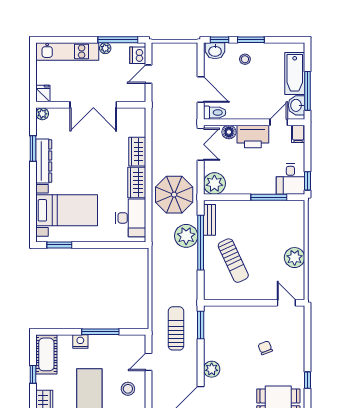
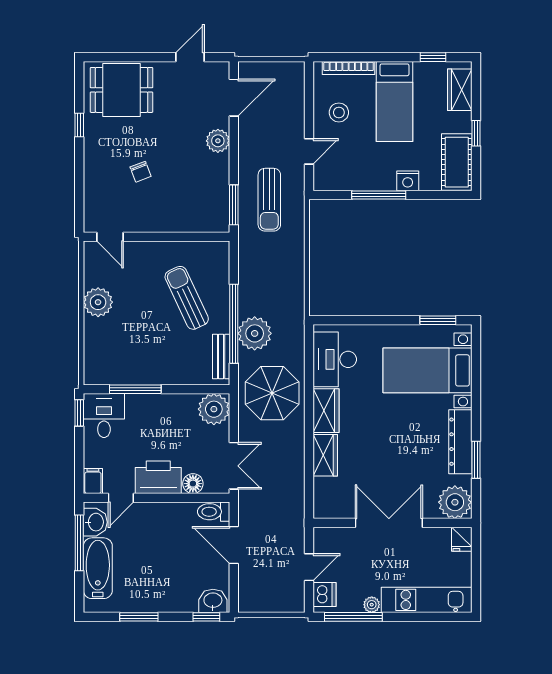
window: (251, 40) -> (139, 617), moved
stool: (245, 59) -> (170, 589), removed
plant: (42, 114) -> (455, 502), width x1.88, depth x1.88
double door: (201, 144) -> (234, 466), swing flipped

